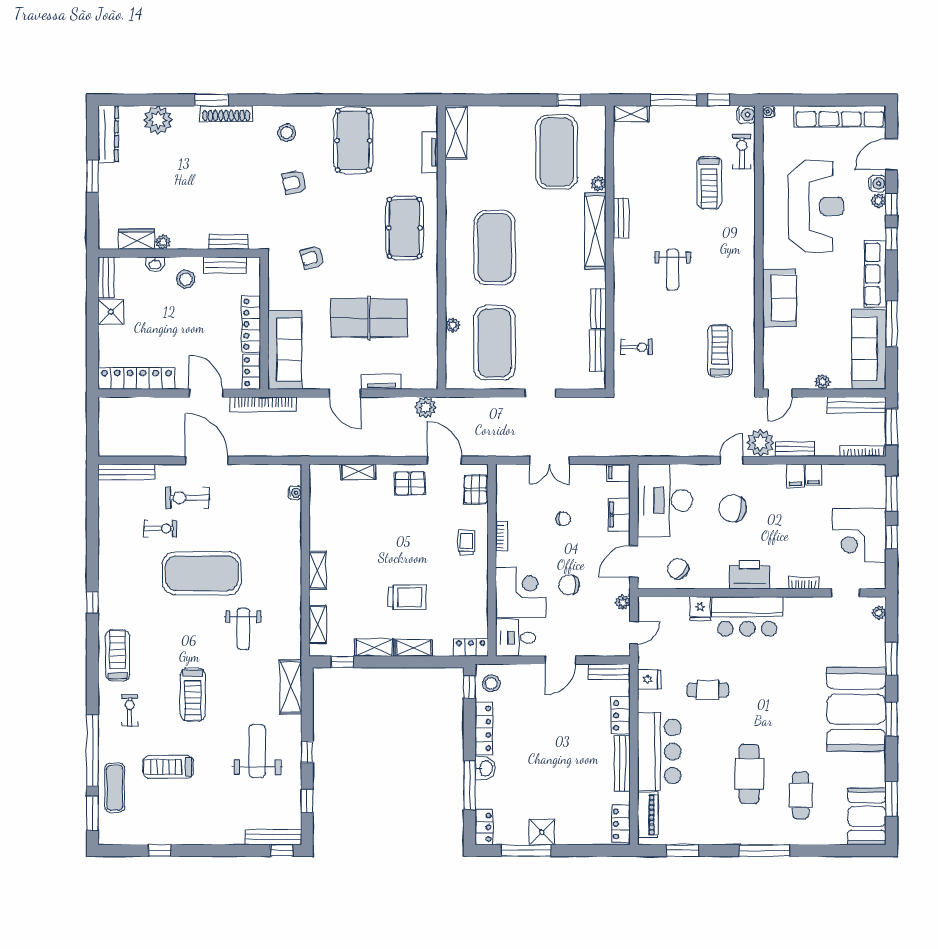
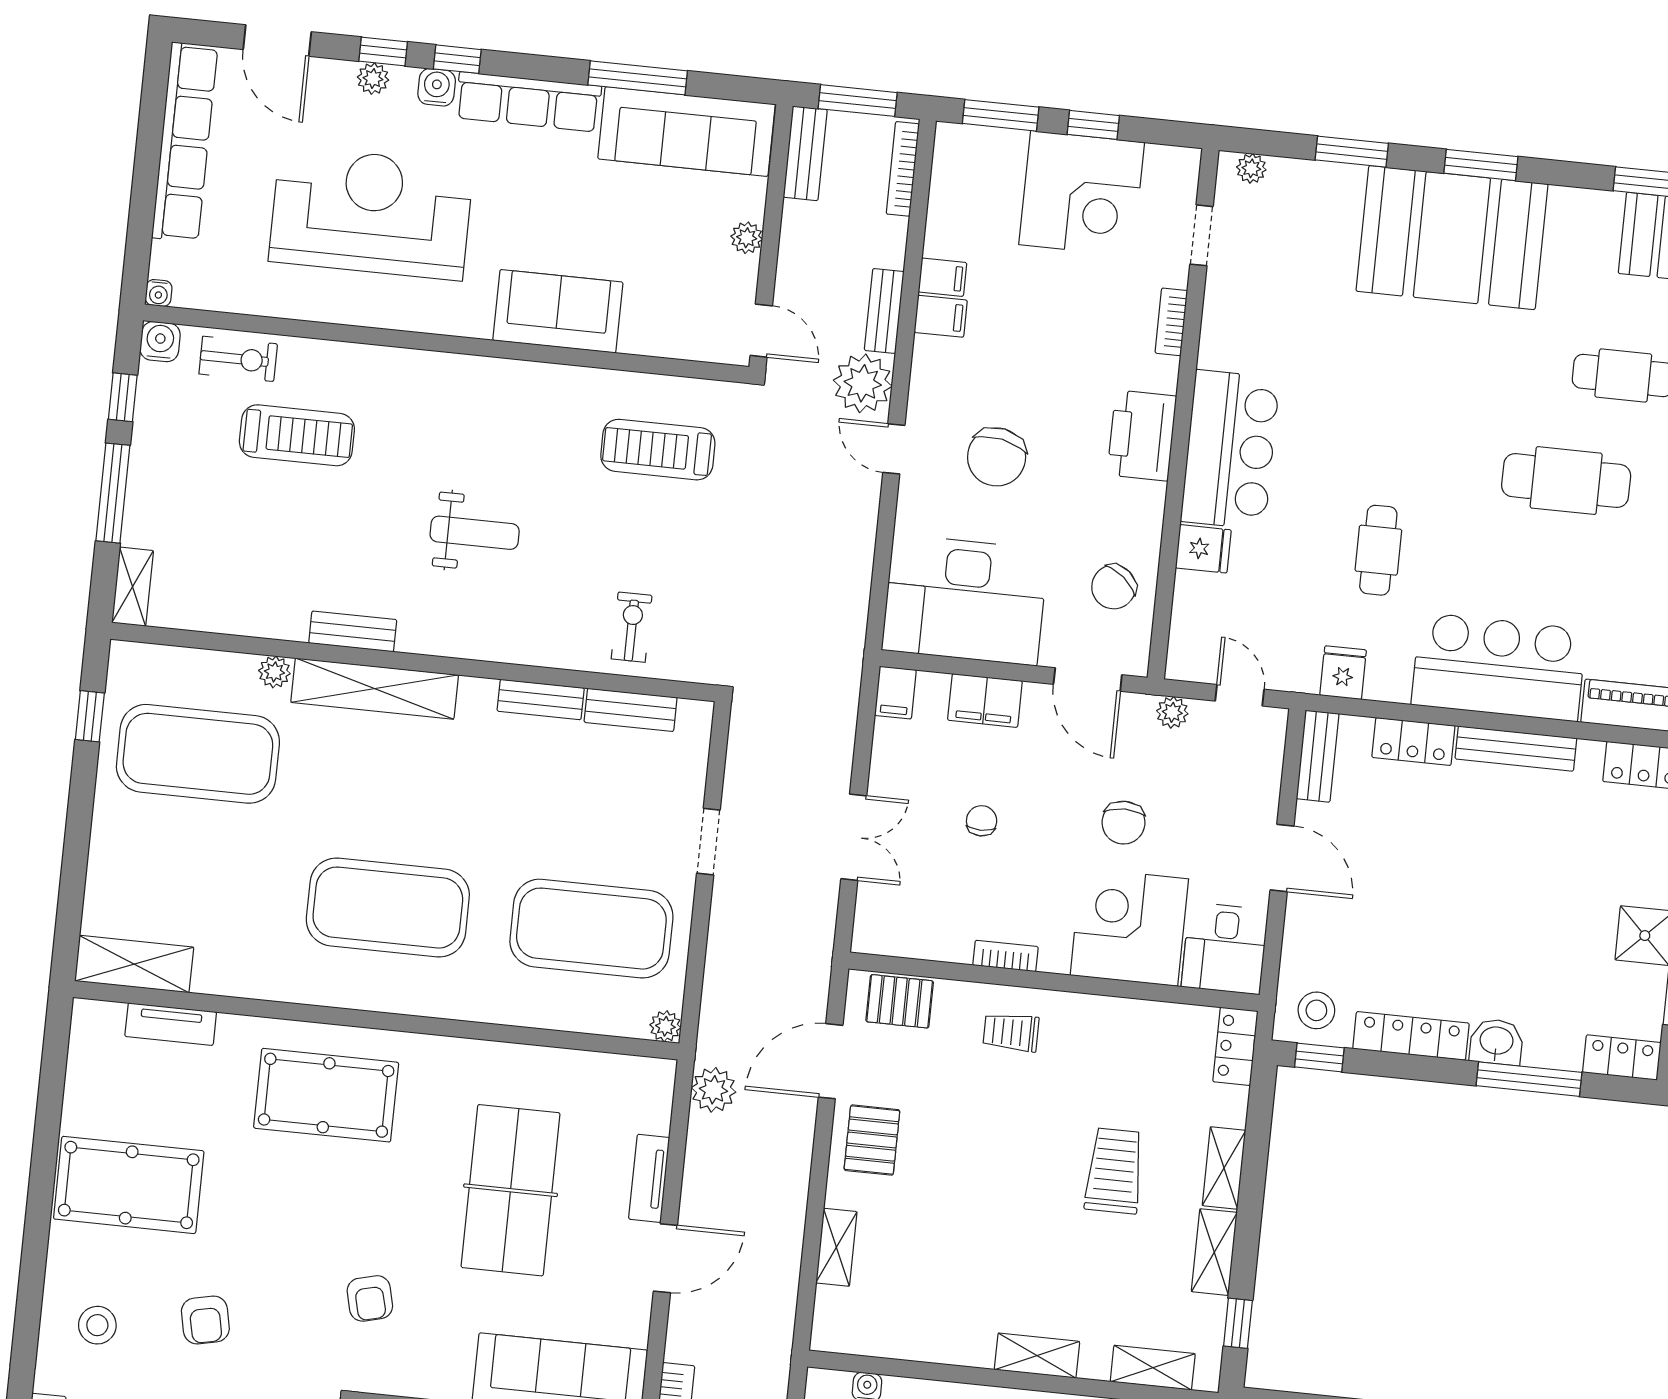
exercise bike: (742, 152) -> (238, 359), turned 180
water cooler: (877, 183) -> (437, 87), moved
plant: (453, 325) -> (665, 1026), moved
bench: (857, 405) -> (805, 153), width x0.73

